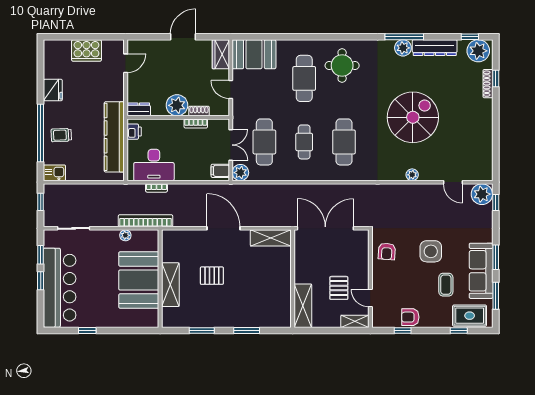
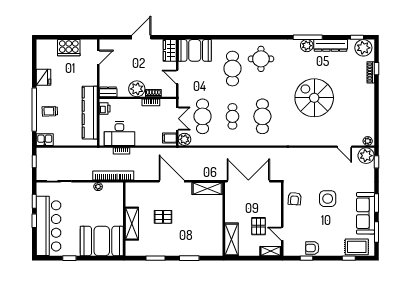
spiral stairs: (413, 117) -> (314, 98), turned -90
plant: (412, 175) -> (368, 141), moved
booth: (139, 280) -> (102, 241), moved, turned 90
coffee table: (446, 285) -> (339, 224), removed

